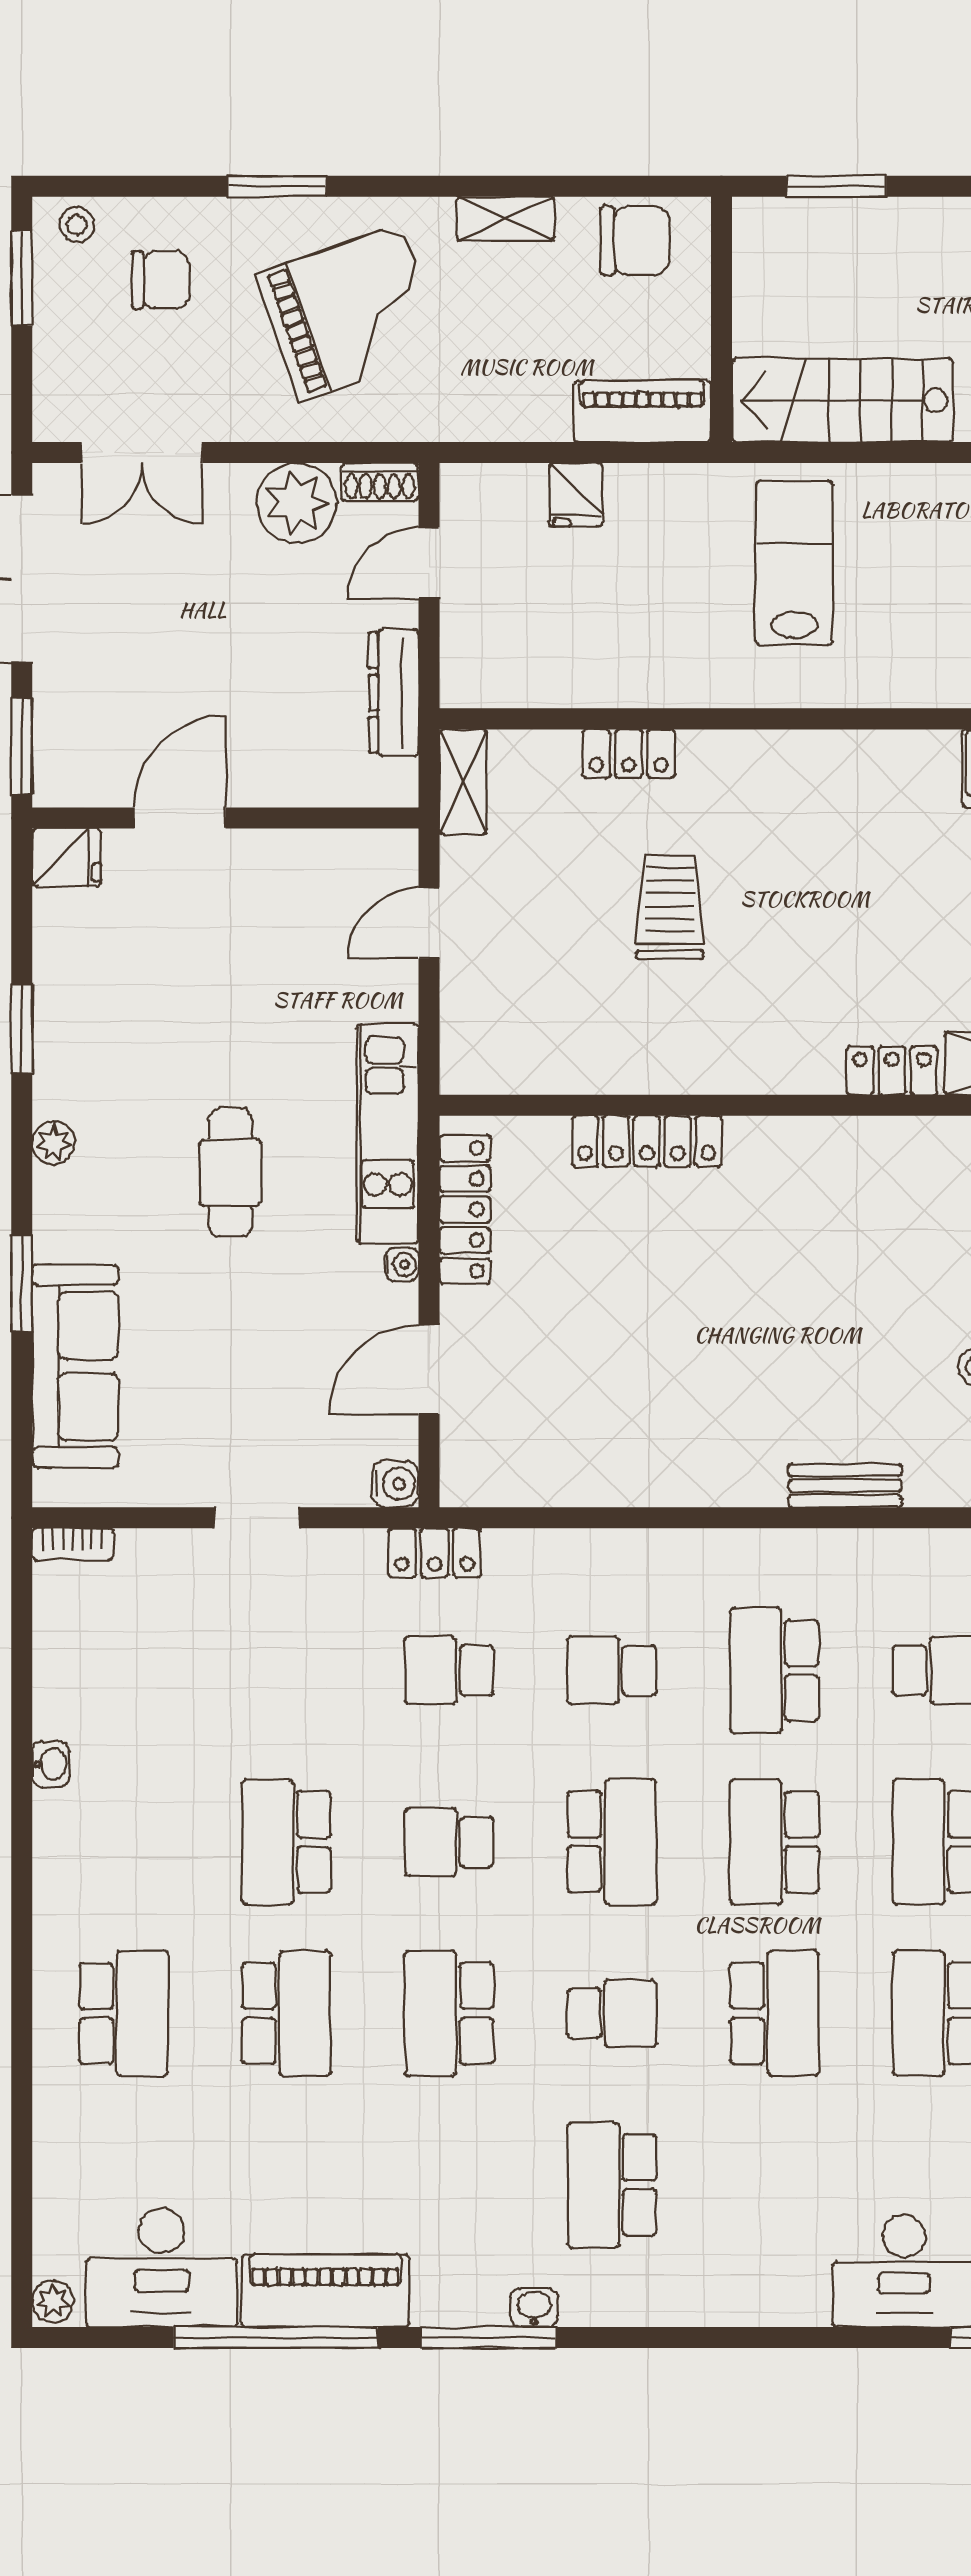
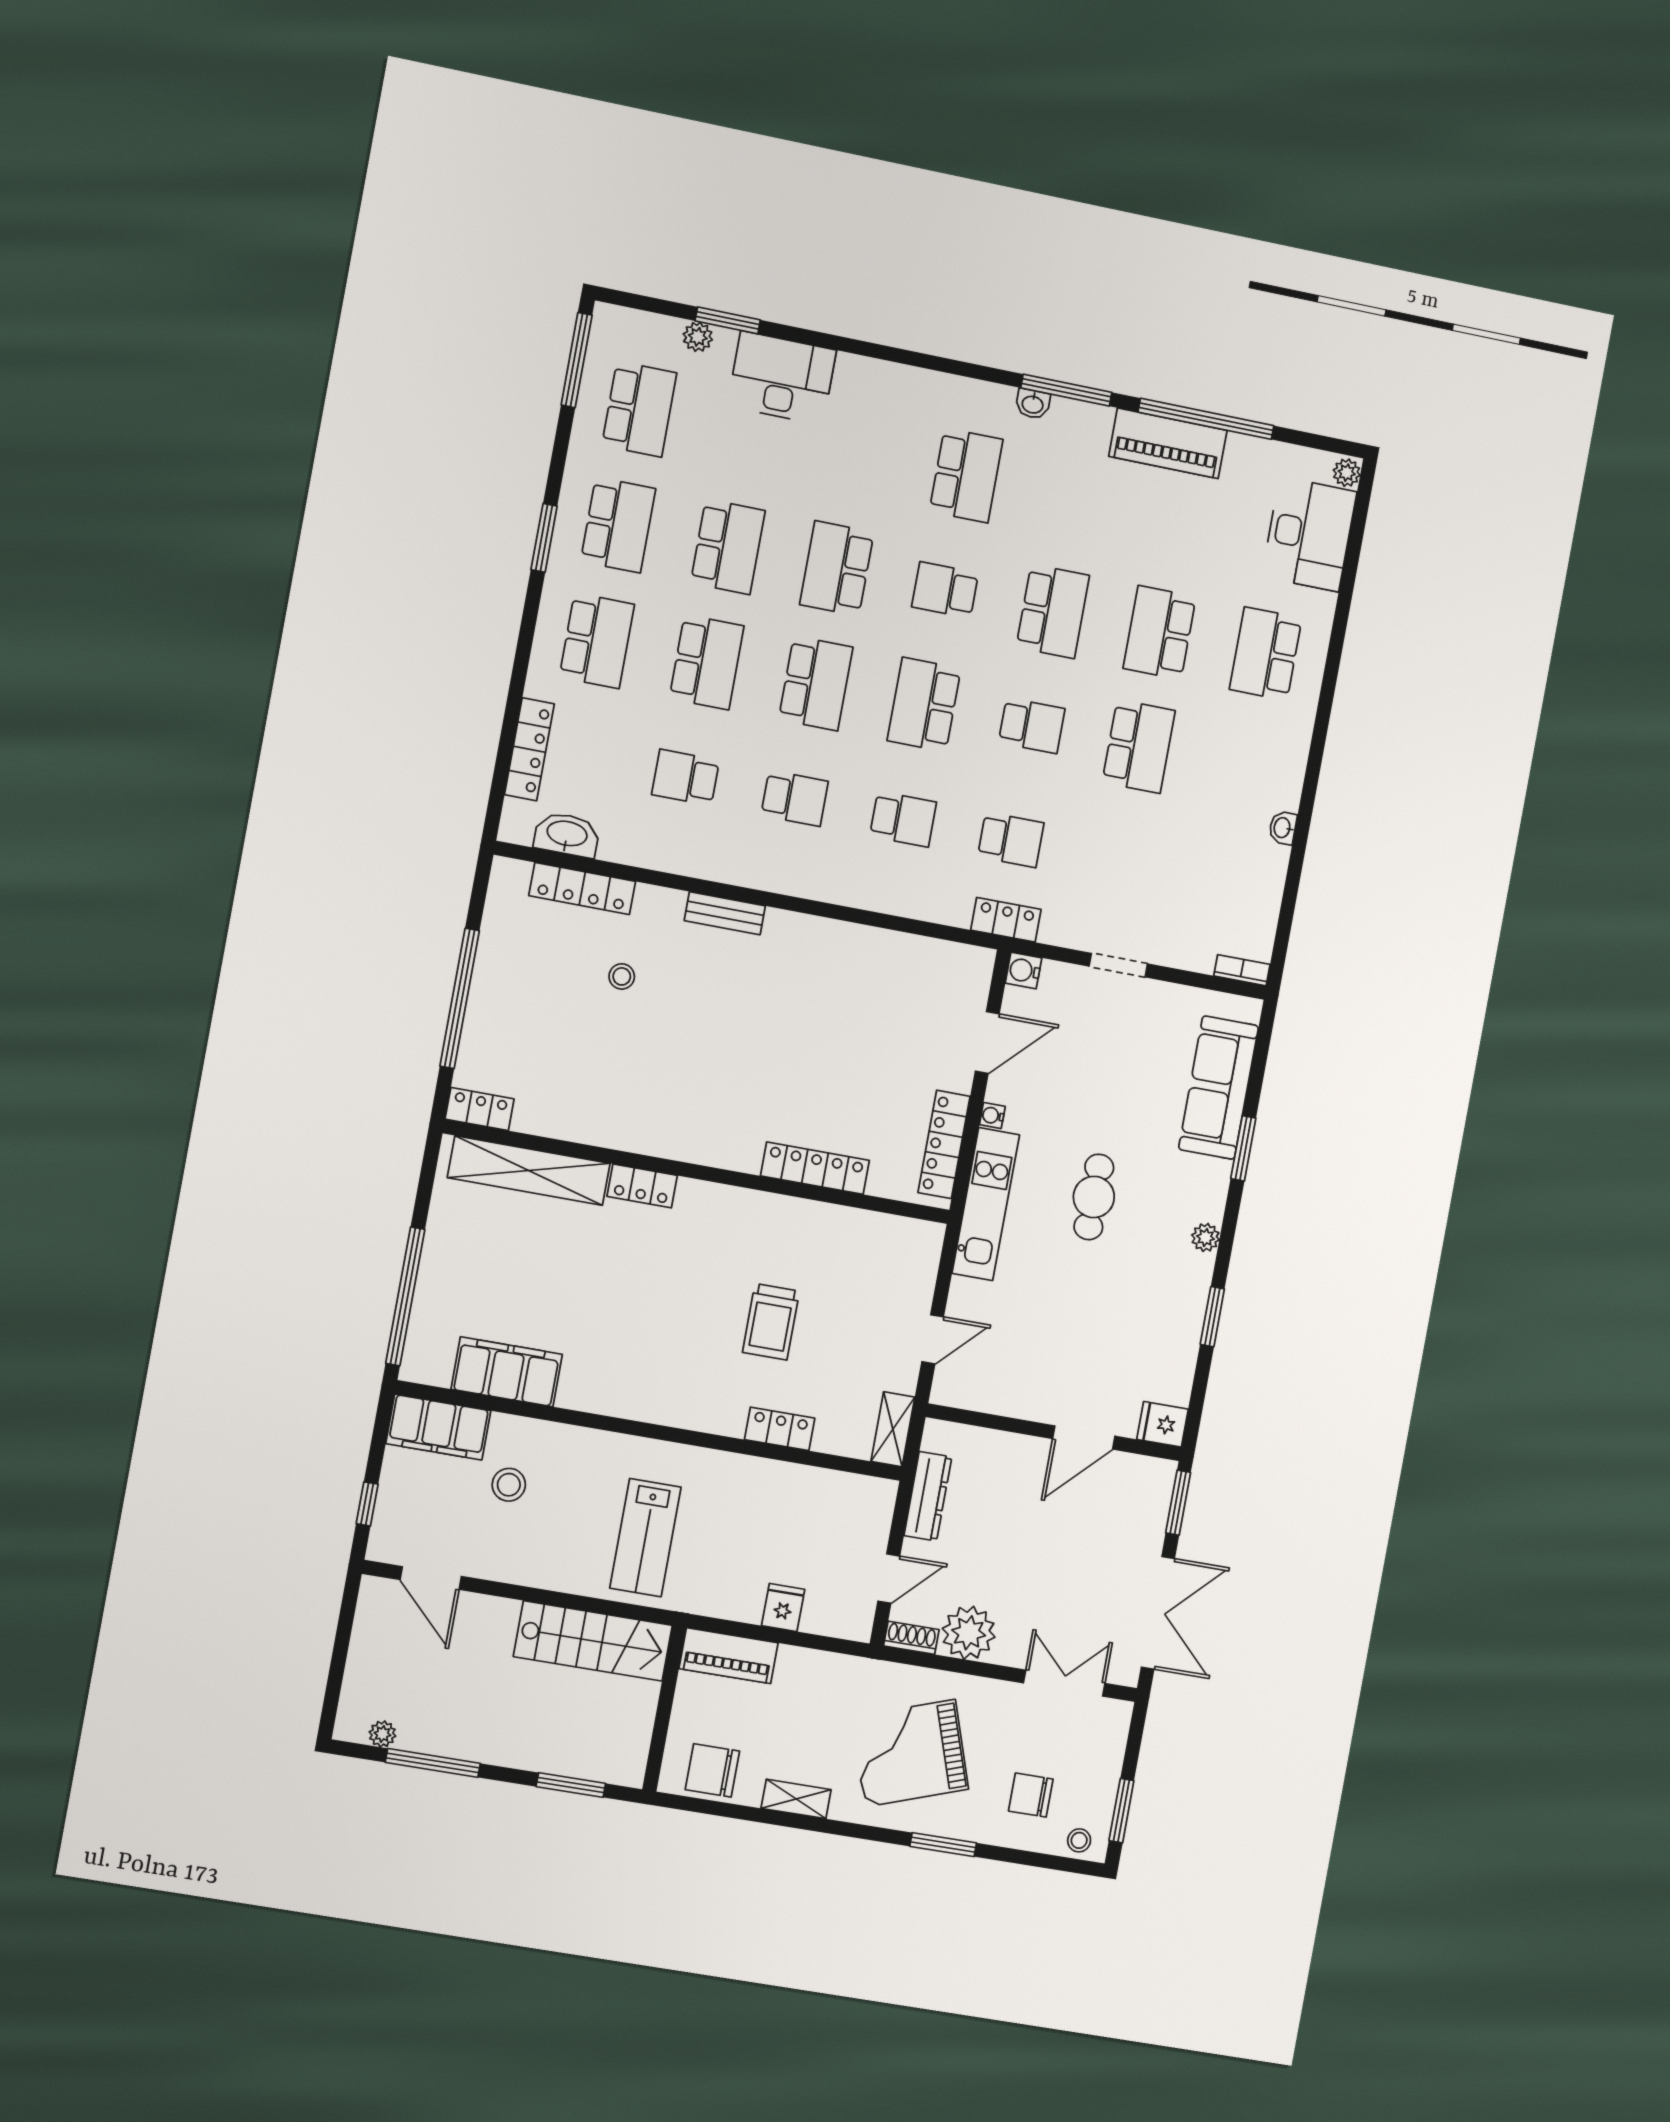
school desk: (775, 1670) -> (795, 798), width x0.54
desk: (162, 2268) -> (1309, 534), moved, turned 90

